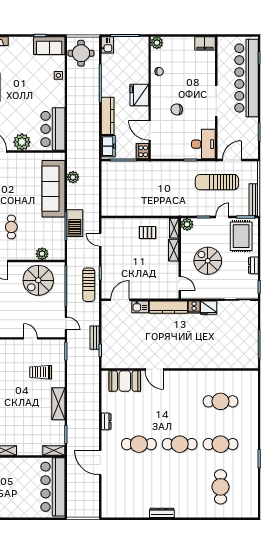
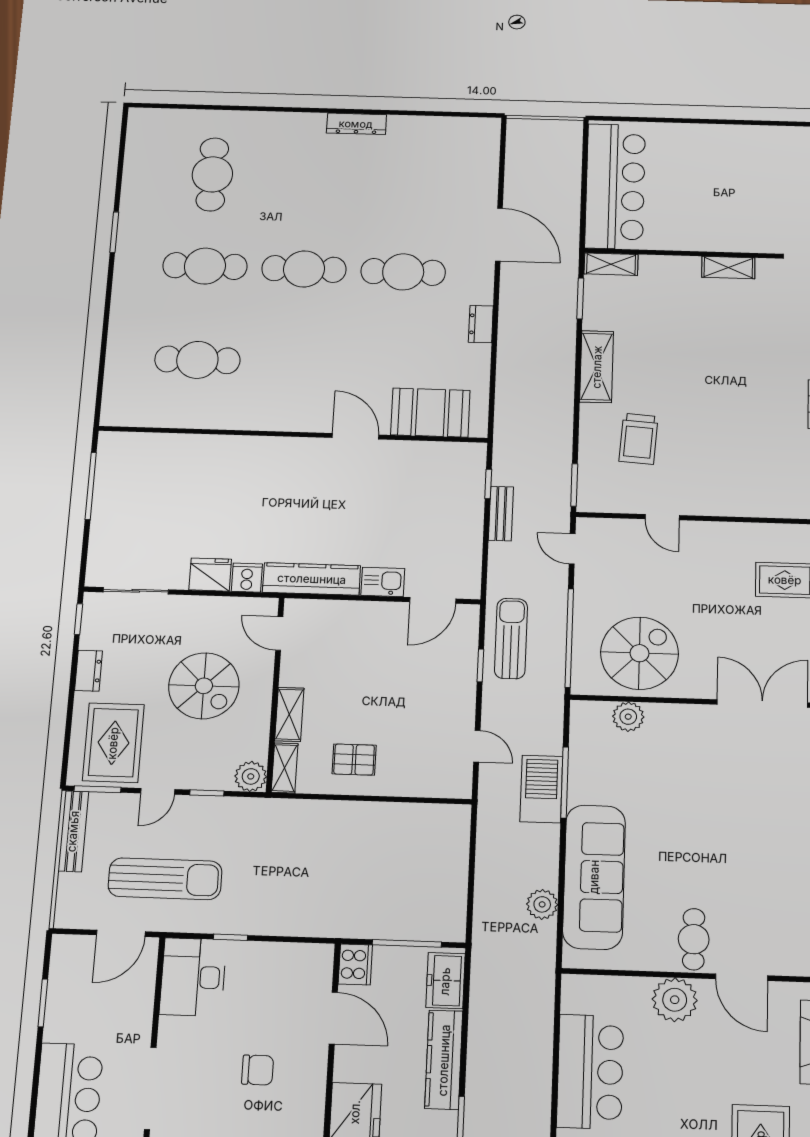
bar counter: (53, 129) -> (590, 1072), moved
cafe table: (11, 227) -> (694, 939), moved
trolley: (41, 372) -> (639, 439), turned 94

